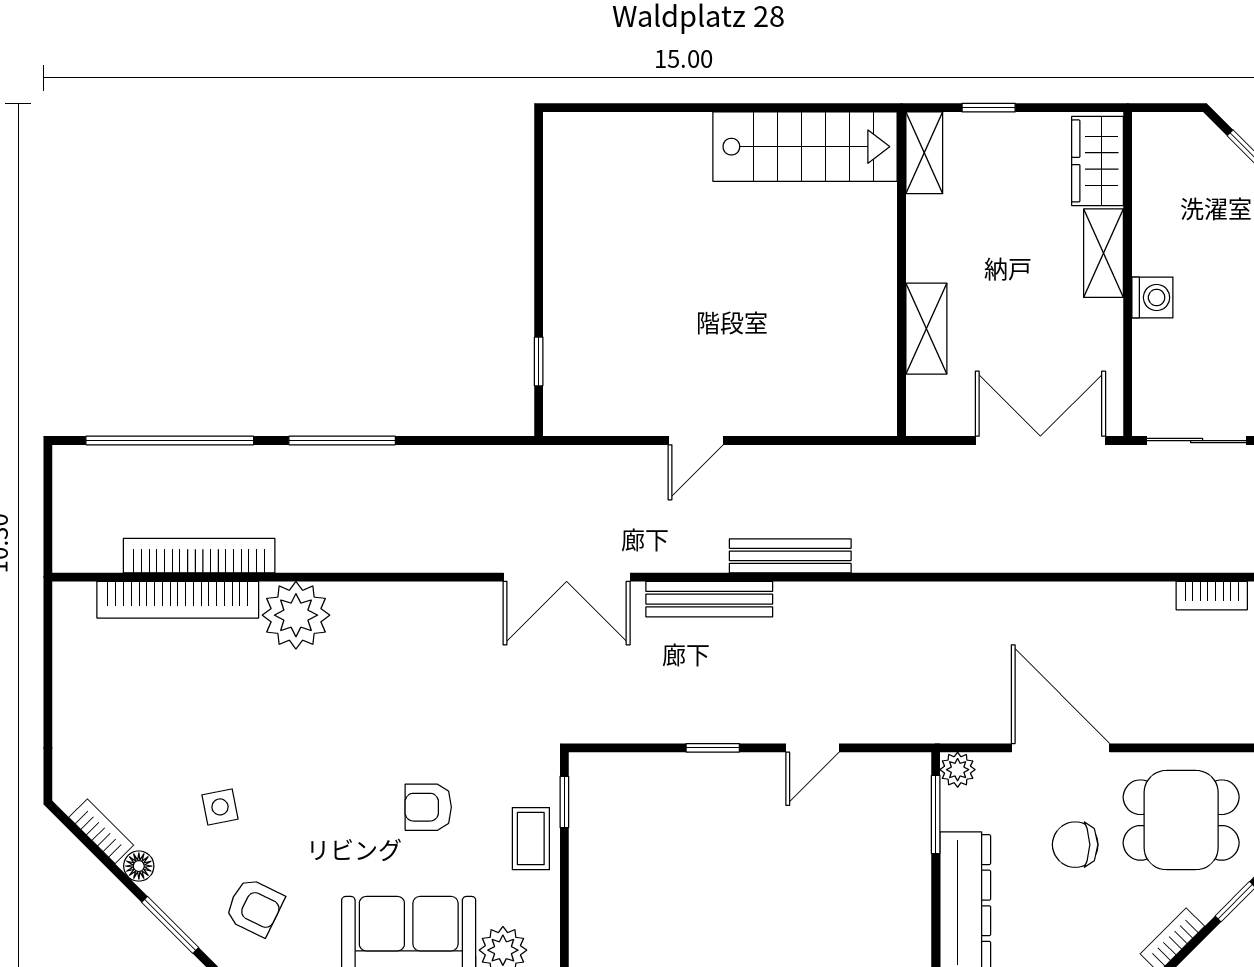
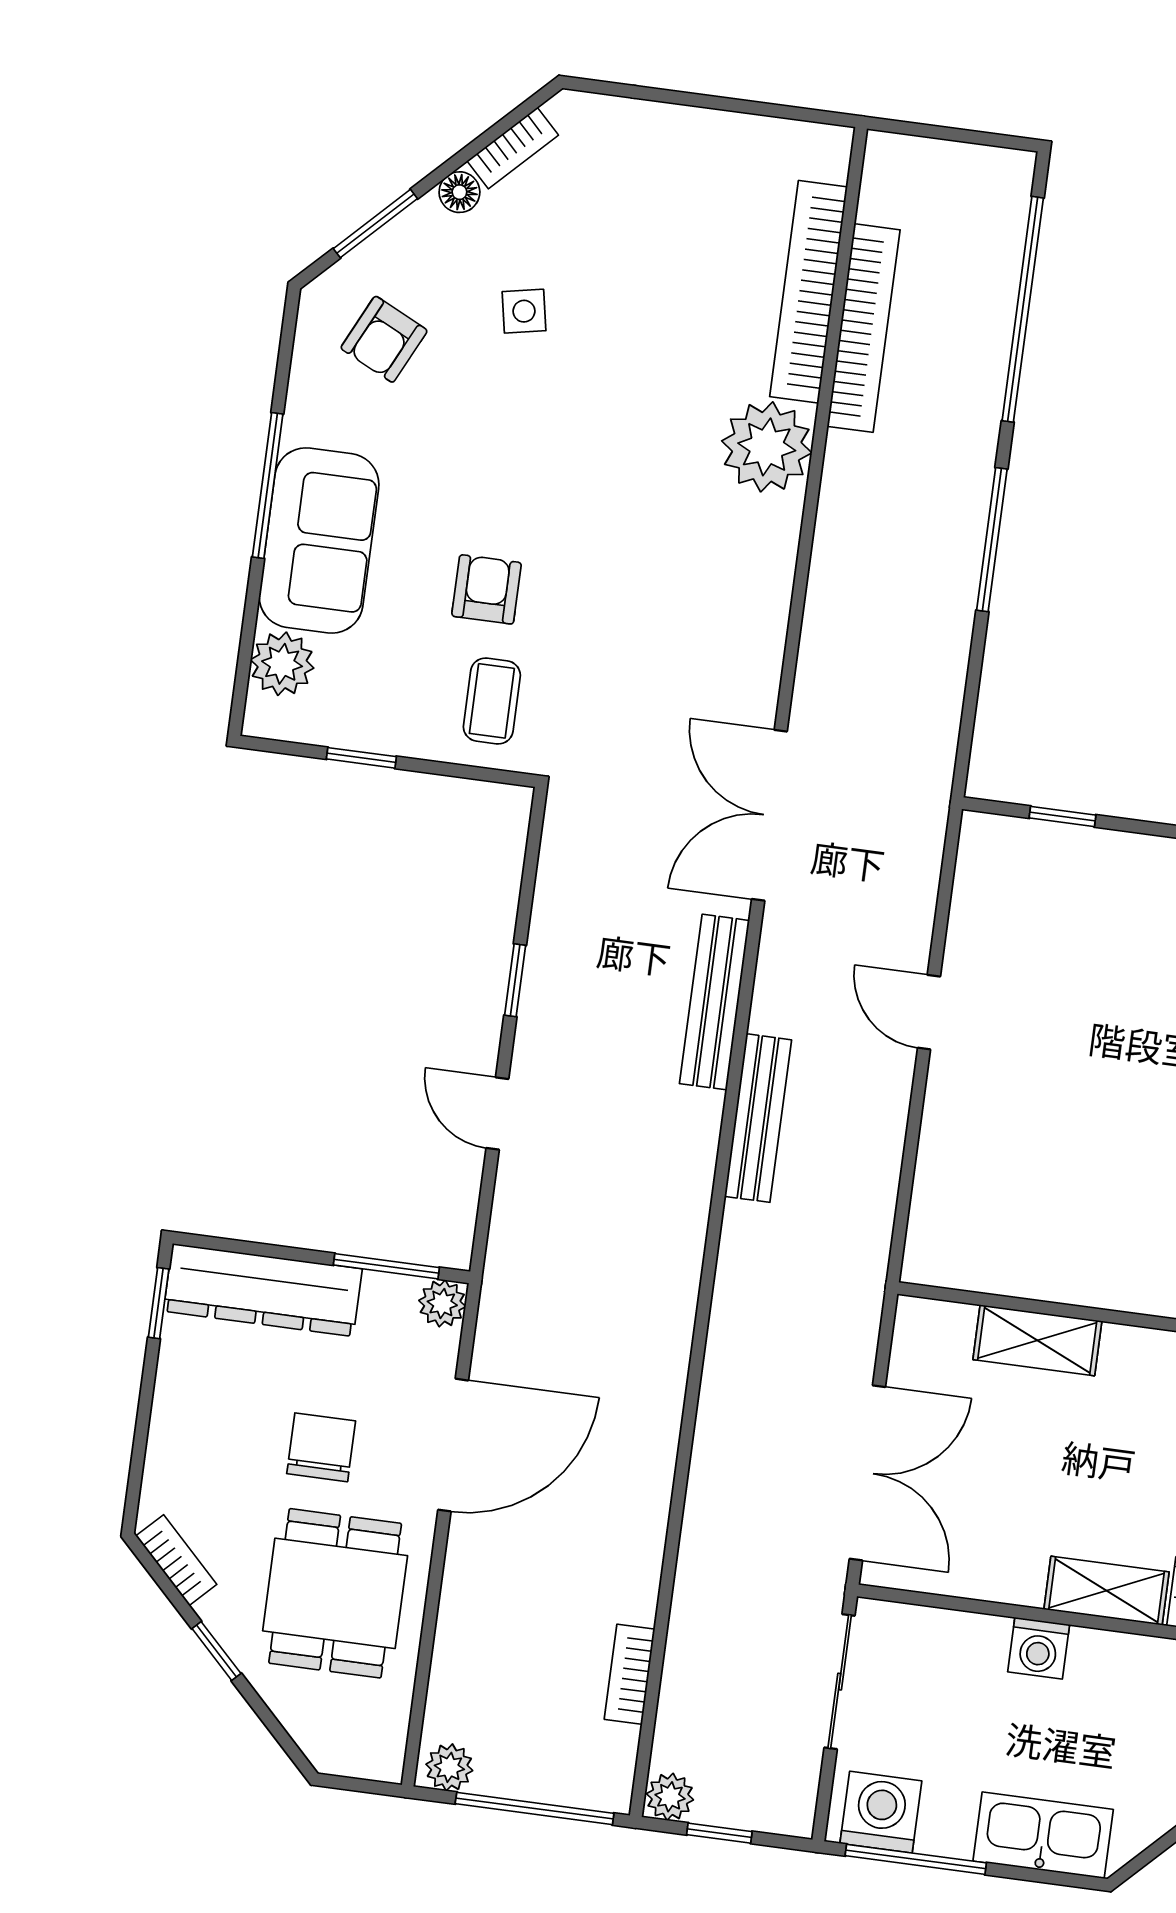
window: (564, 802) -> (361, 758), moved
coffee table: (531, 839) -> (492, 701), moved, turned 90

